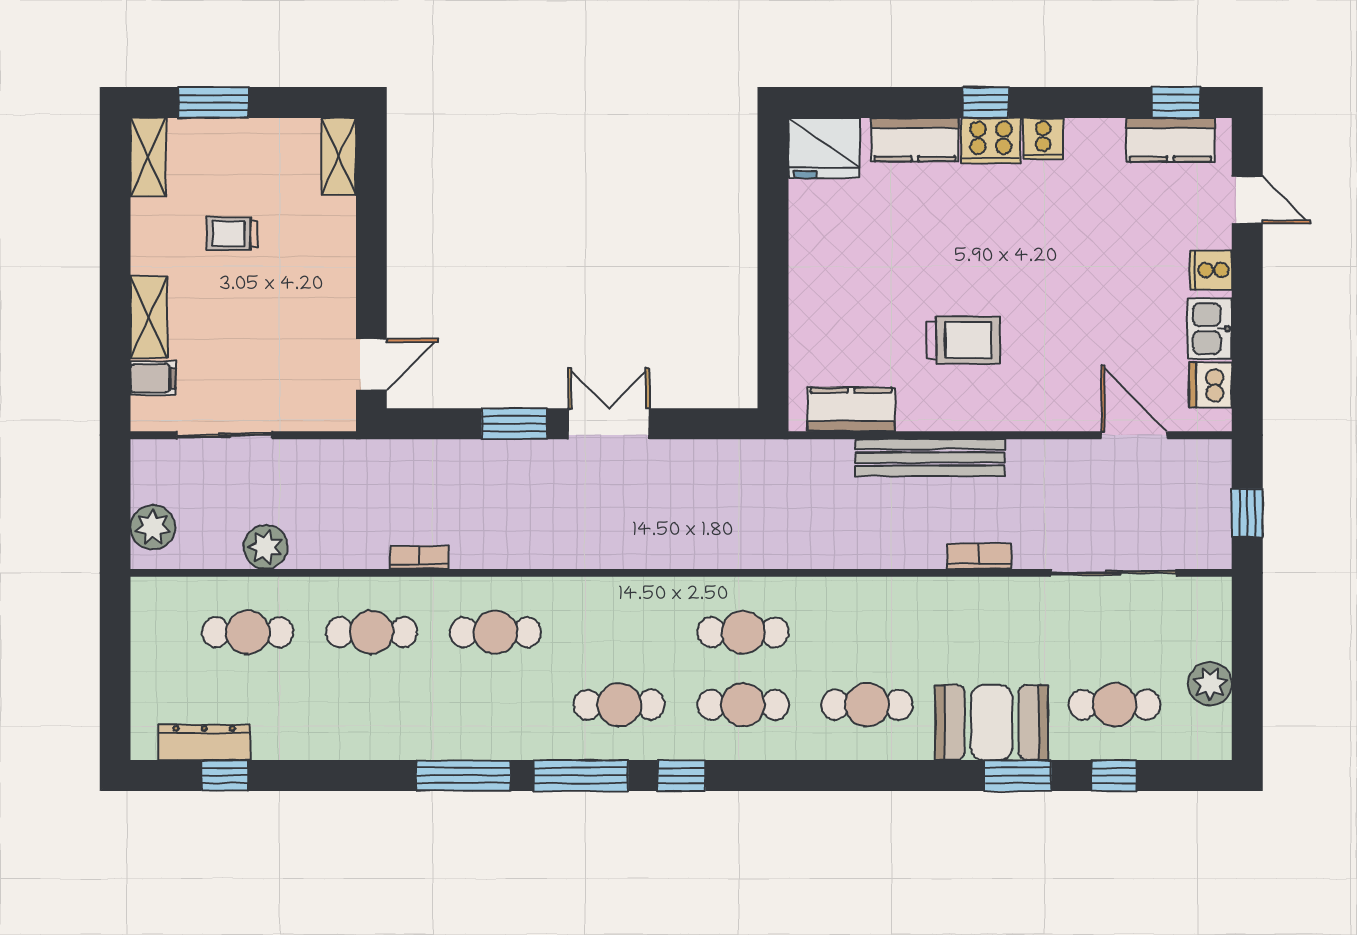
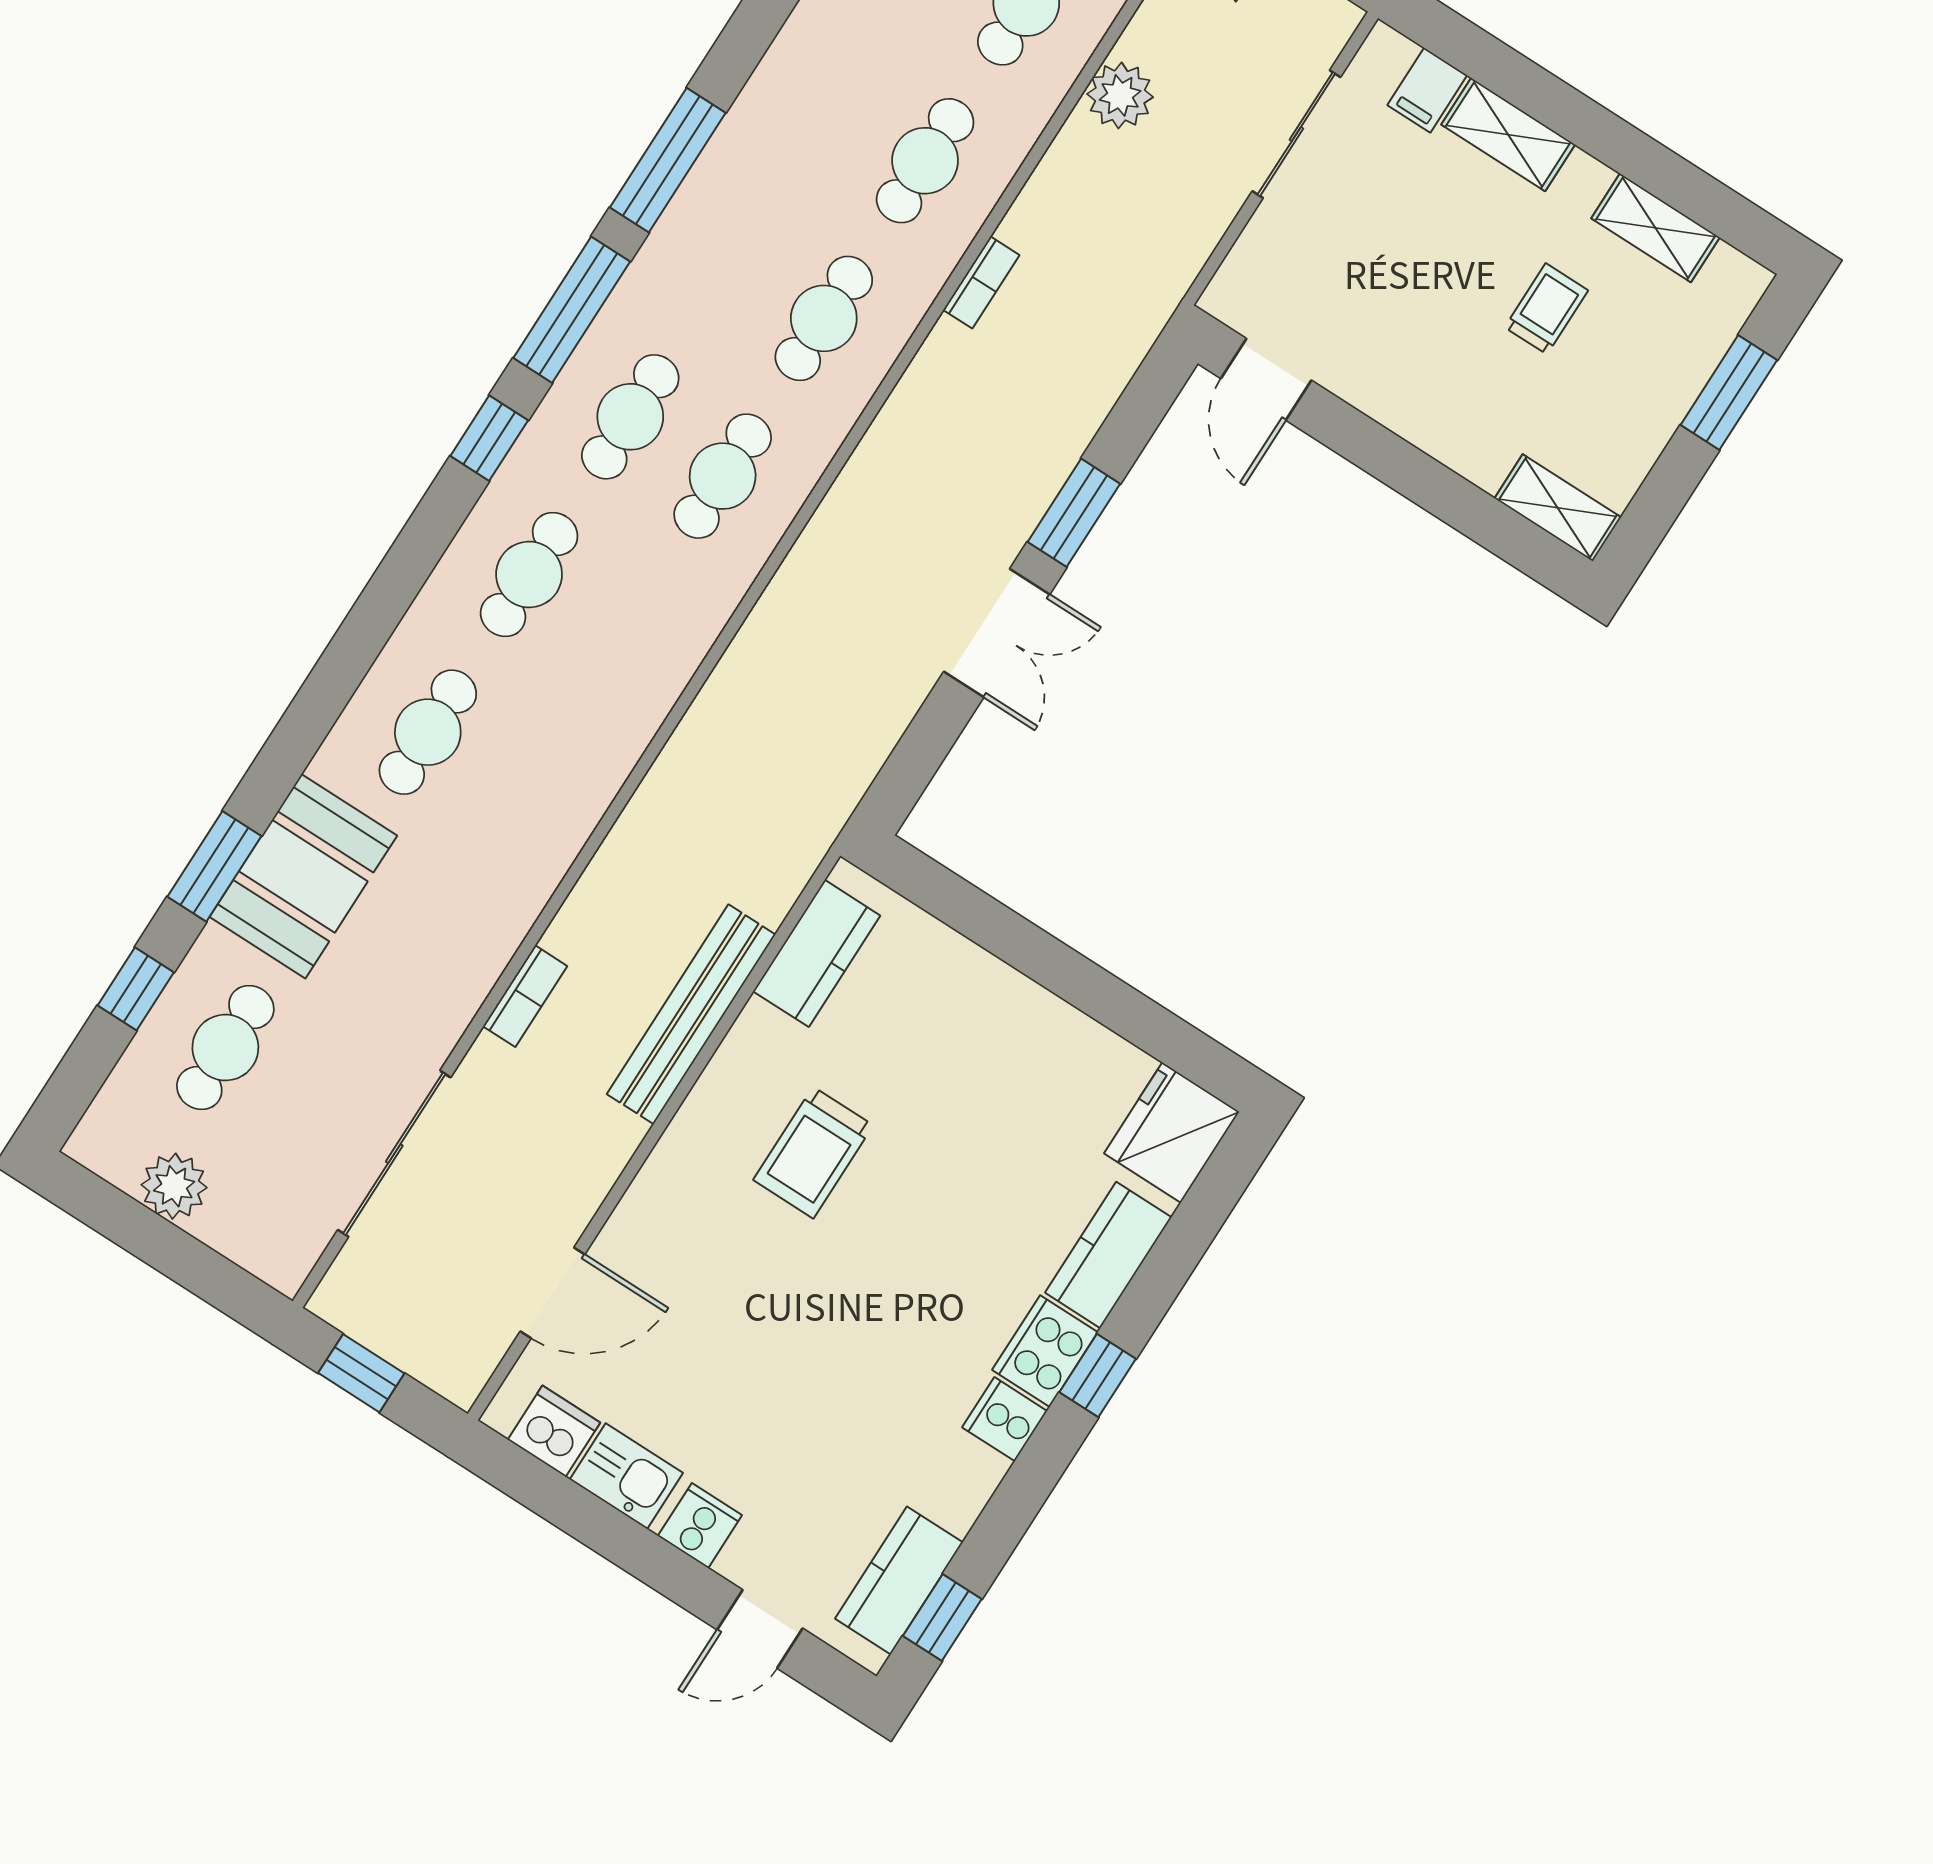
shelving: (148, 157) -> (1655, 228), moved
cafe table: (743, 632) -> (723, 476), moved

